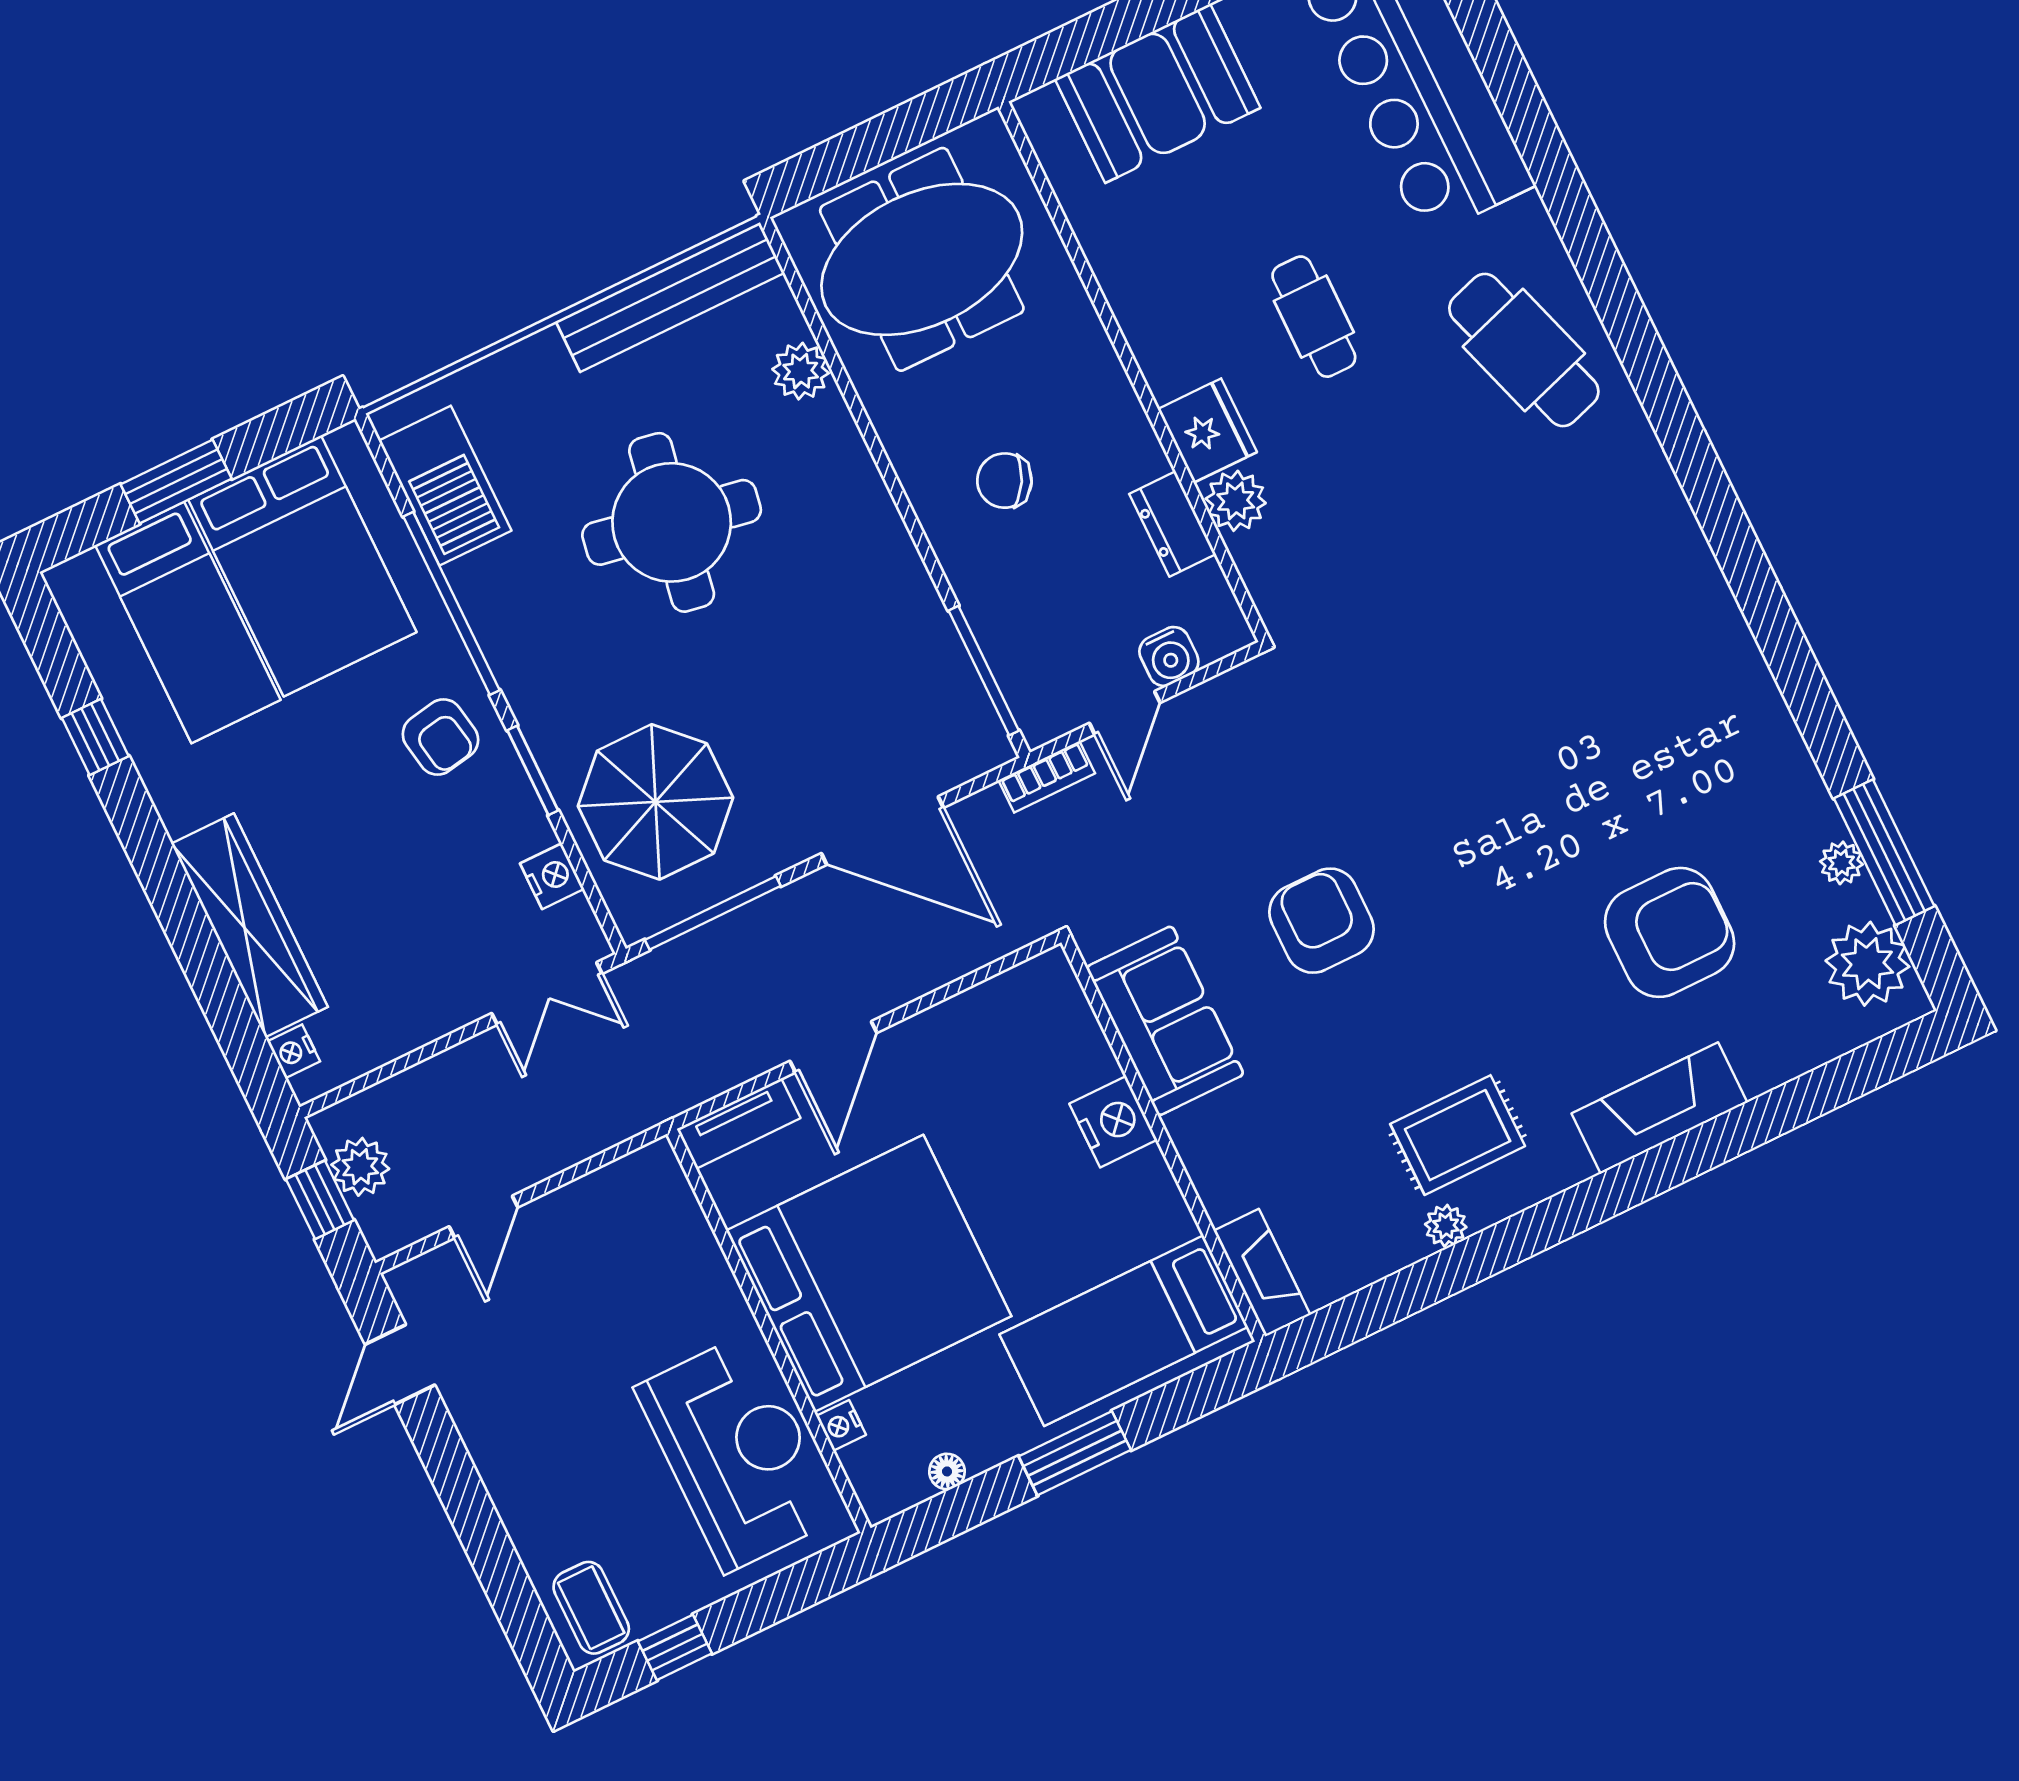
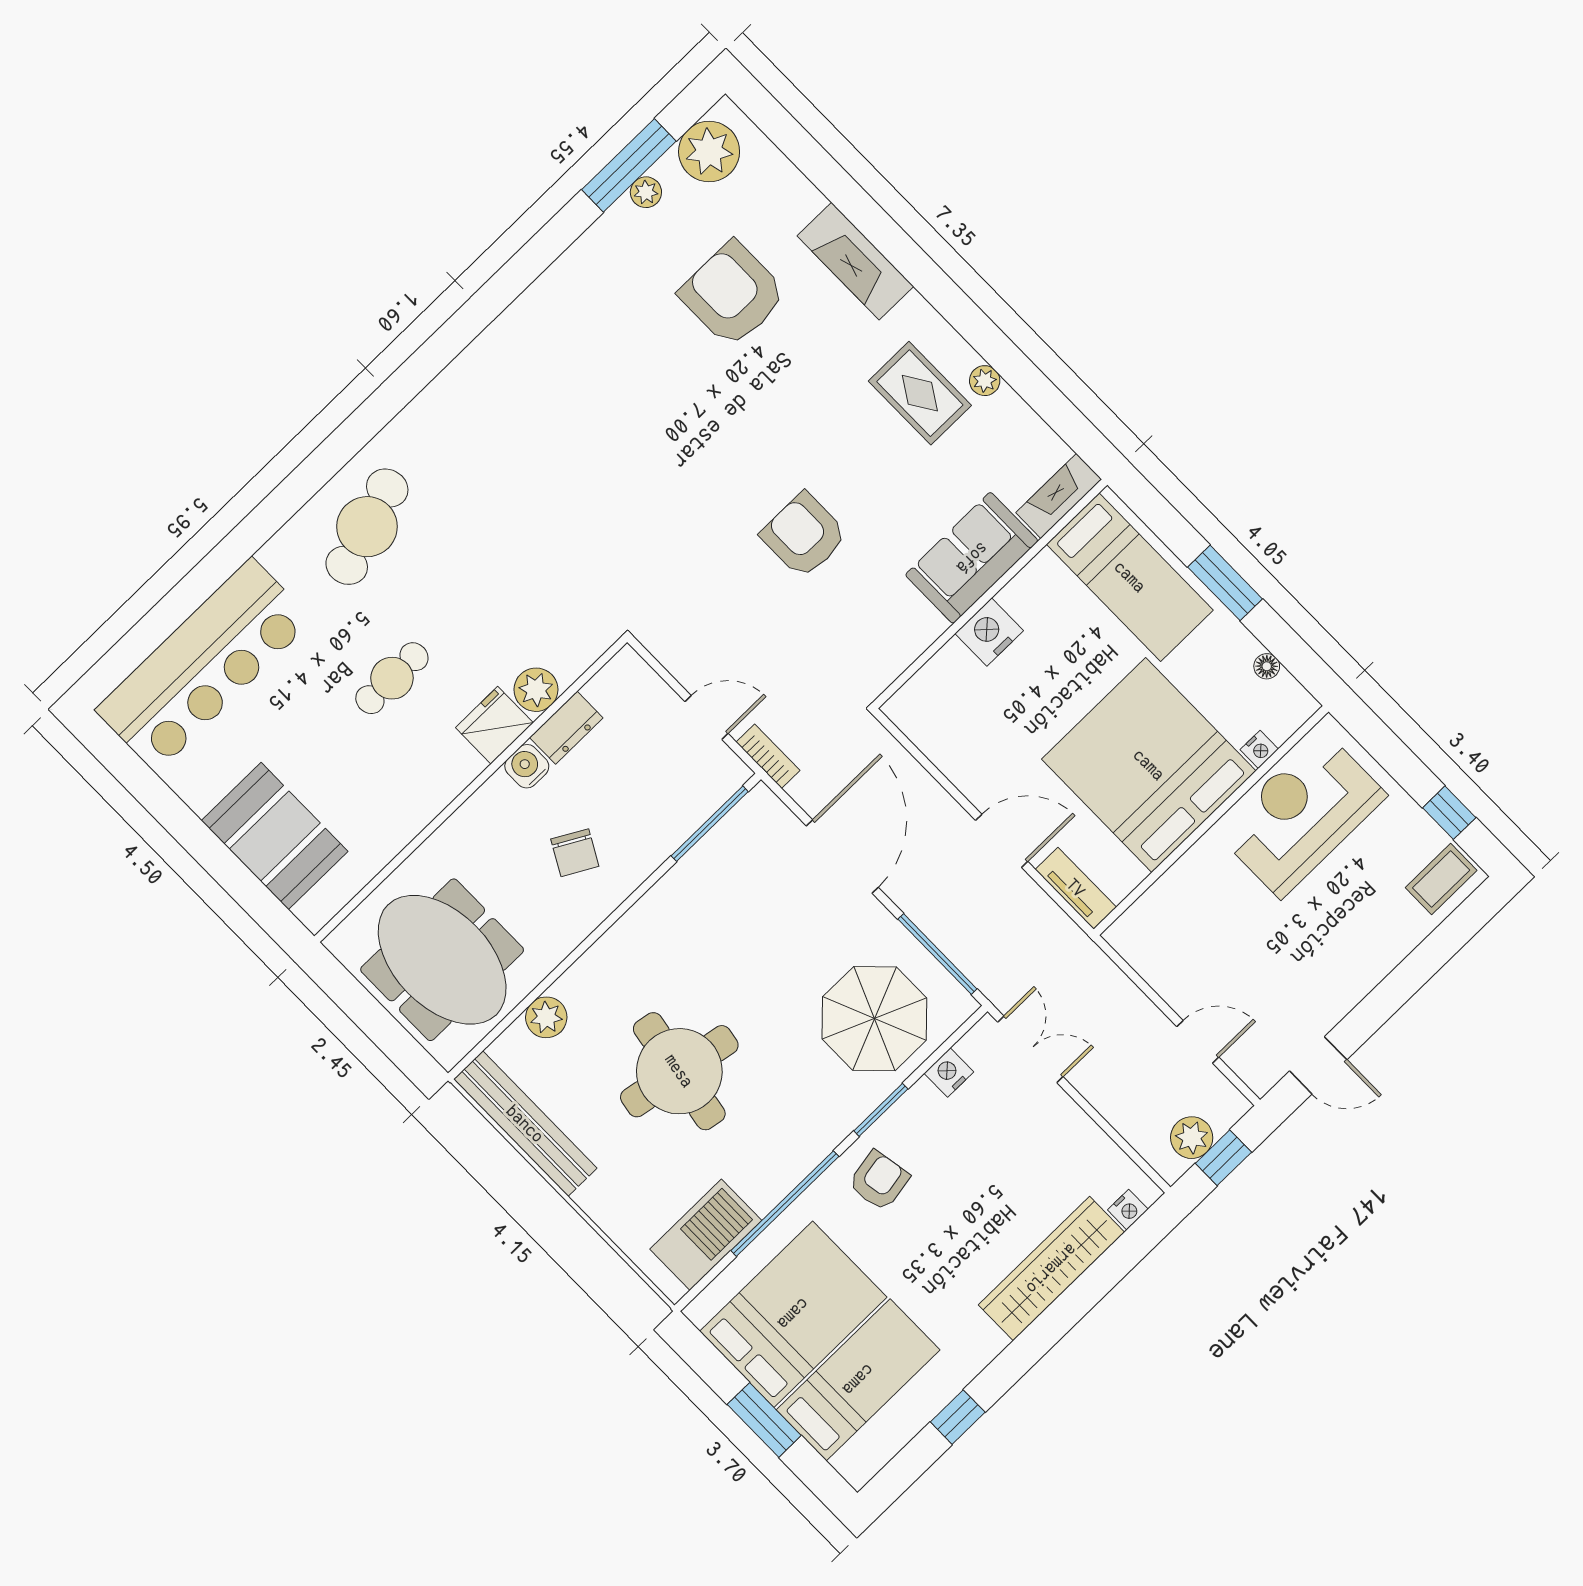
water cooler: (1169, 656) -> (527, 766), moved, turned -90
armchair: (1322, 921) -> (804, 535), turned 90
sofa: (1165, 1021) -> (972, 558), moved

